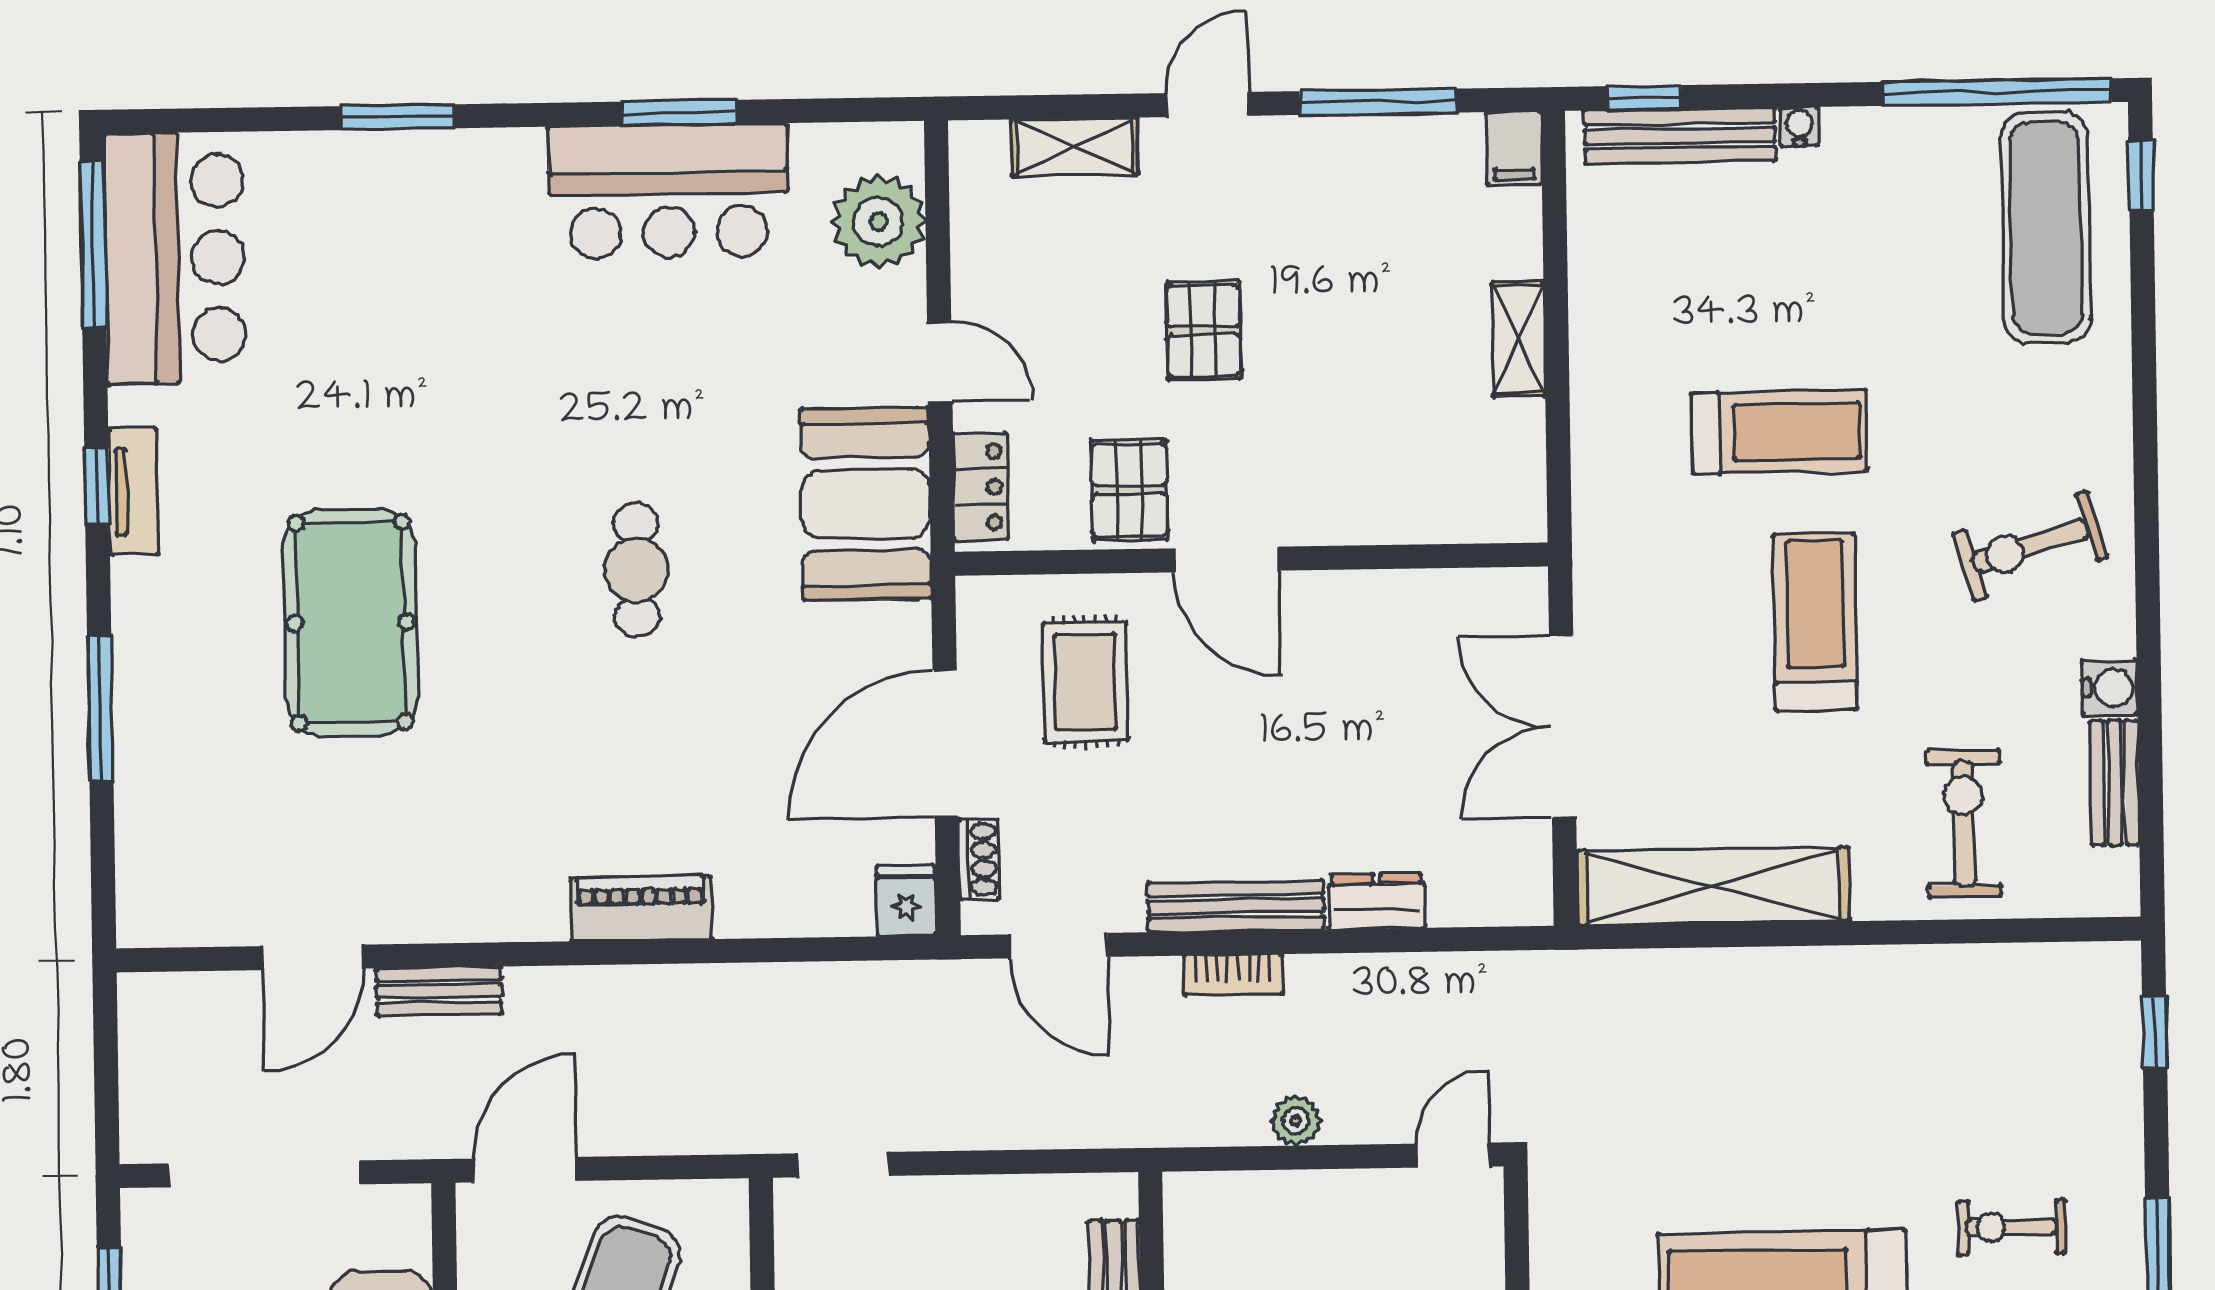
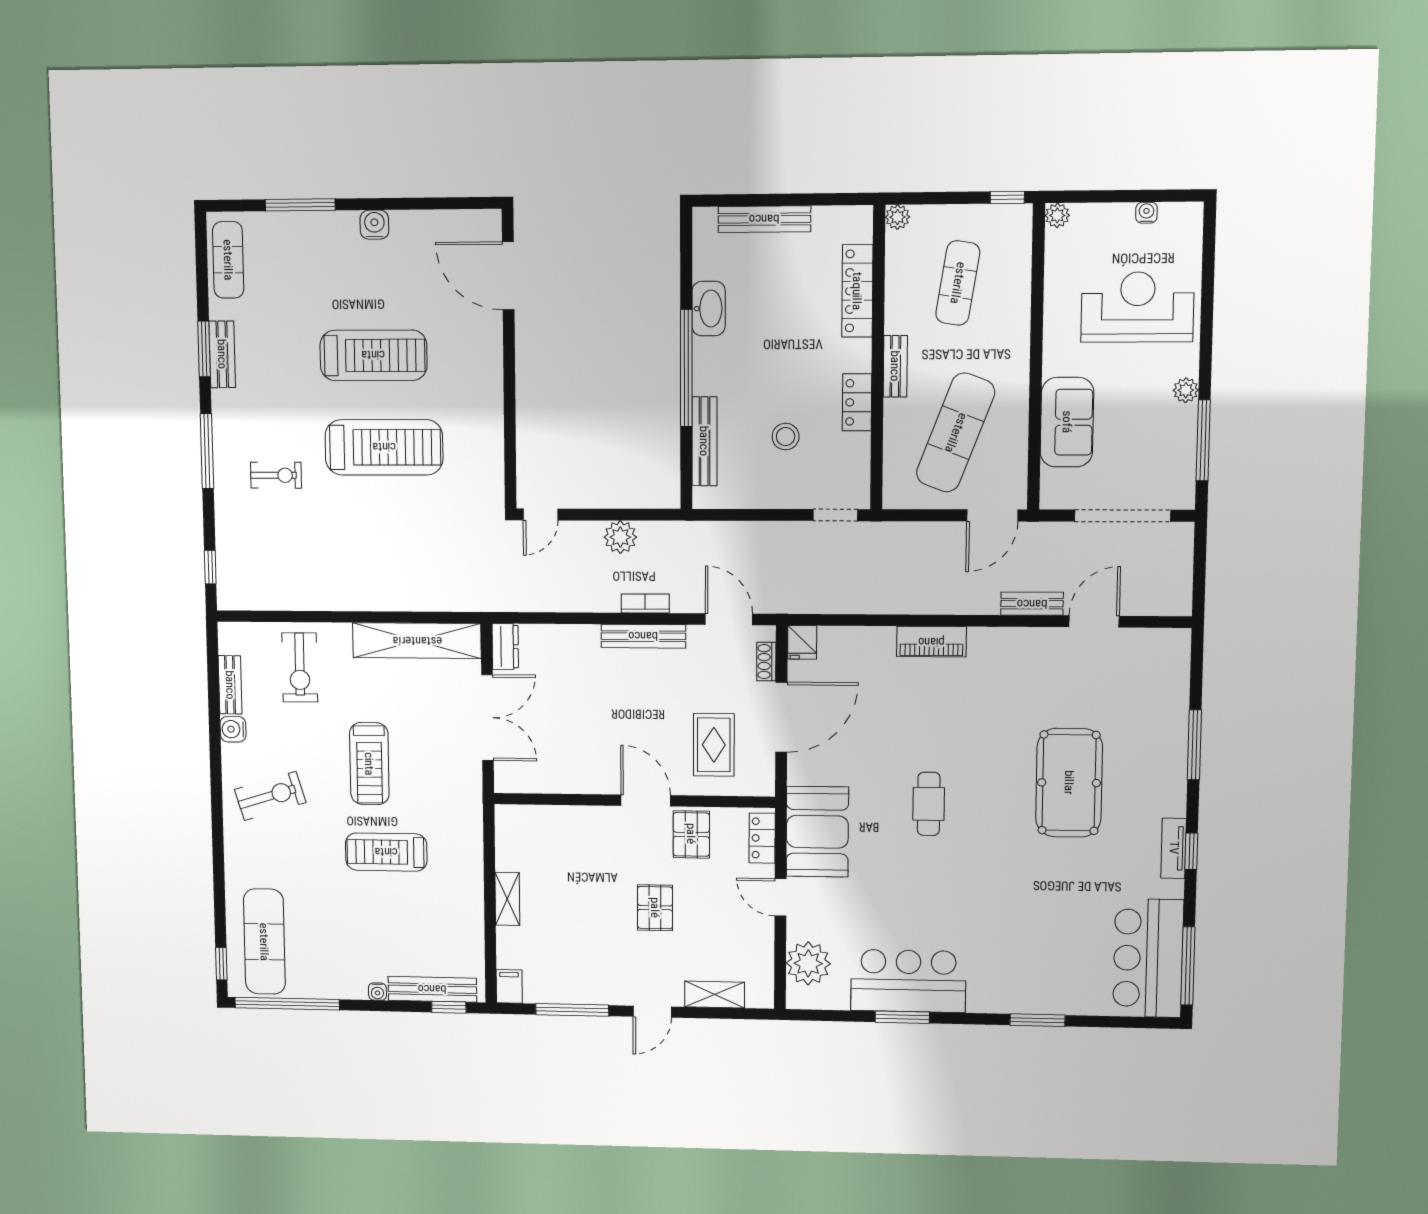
dresser: (1377, 901) -> (505, 647), moved, turned -90
plant: (1296, 1121) -> (620, 537), width x1.38, depth x1.38

